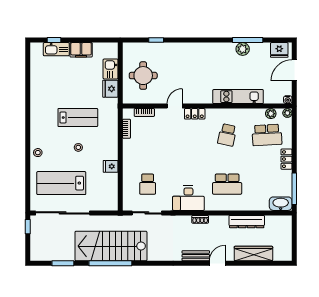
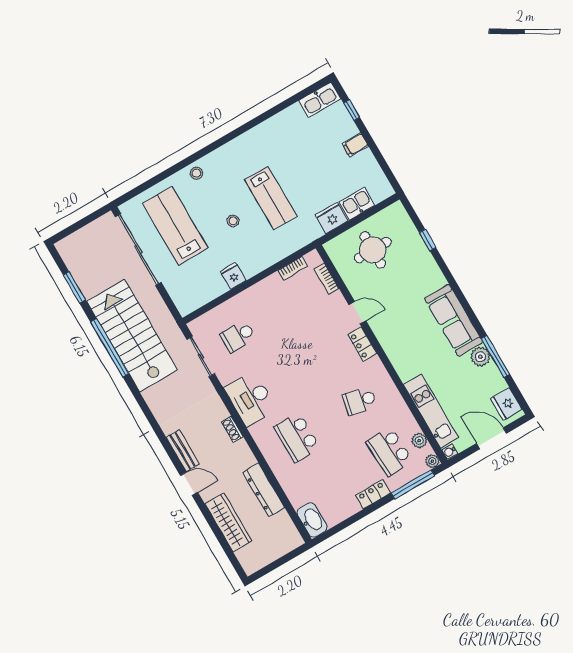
kitchen sink: (56, 49) -> (320, 100), moved, turned -90
filing cabinet: (81, 50) -> (355, 145), width x0.50
sofa: (212, 52) -> (454, 320), added
kitchen unit: (238, 97) -> (431, 411), moved
window: (294, 189) -> (413, 484), moved
window: (28, 227) -> (95, 216), removed

